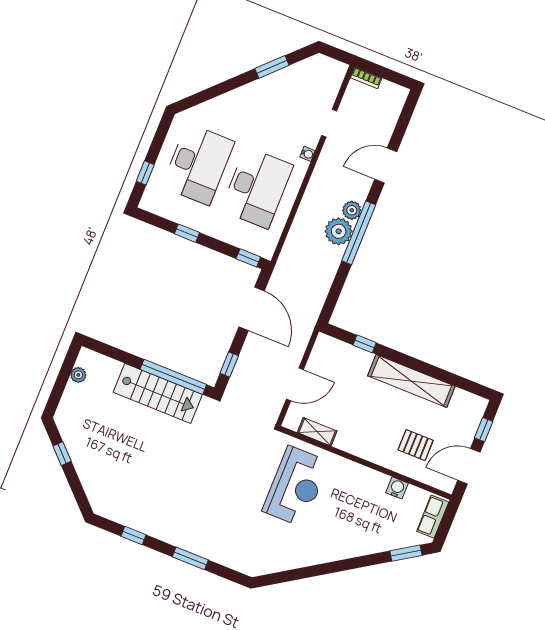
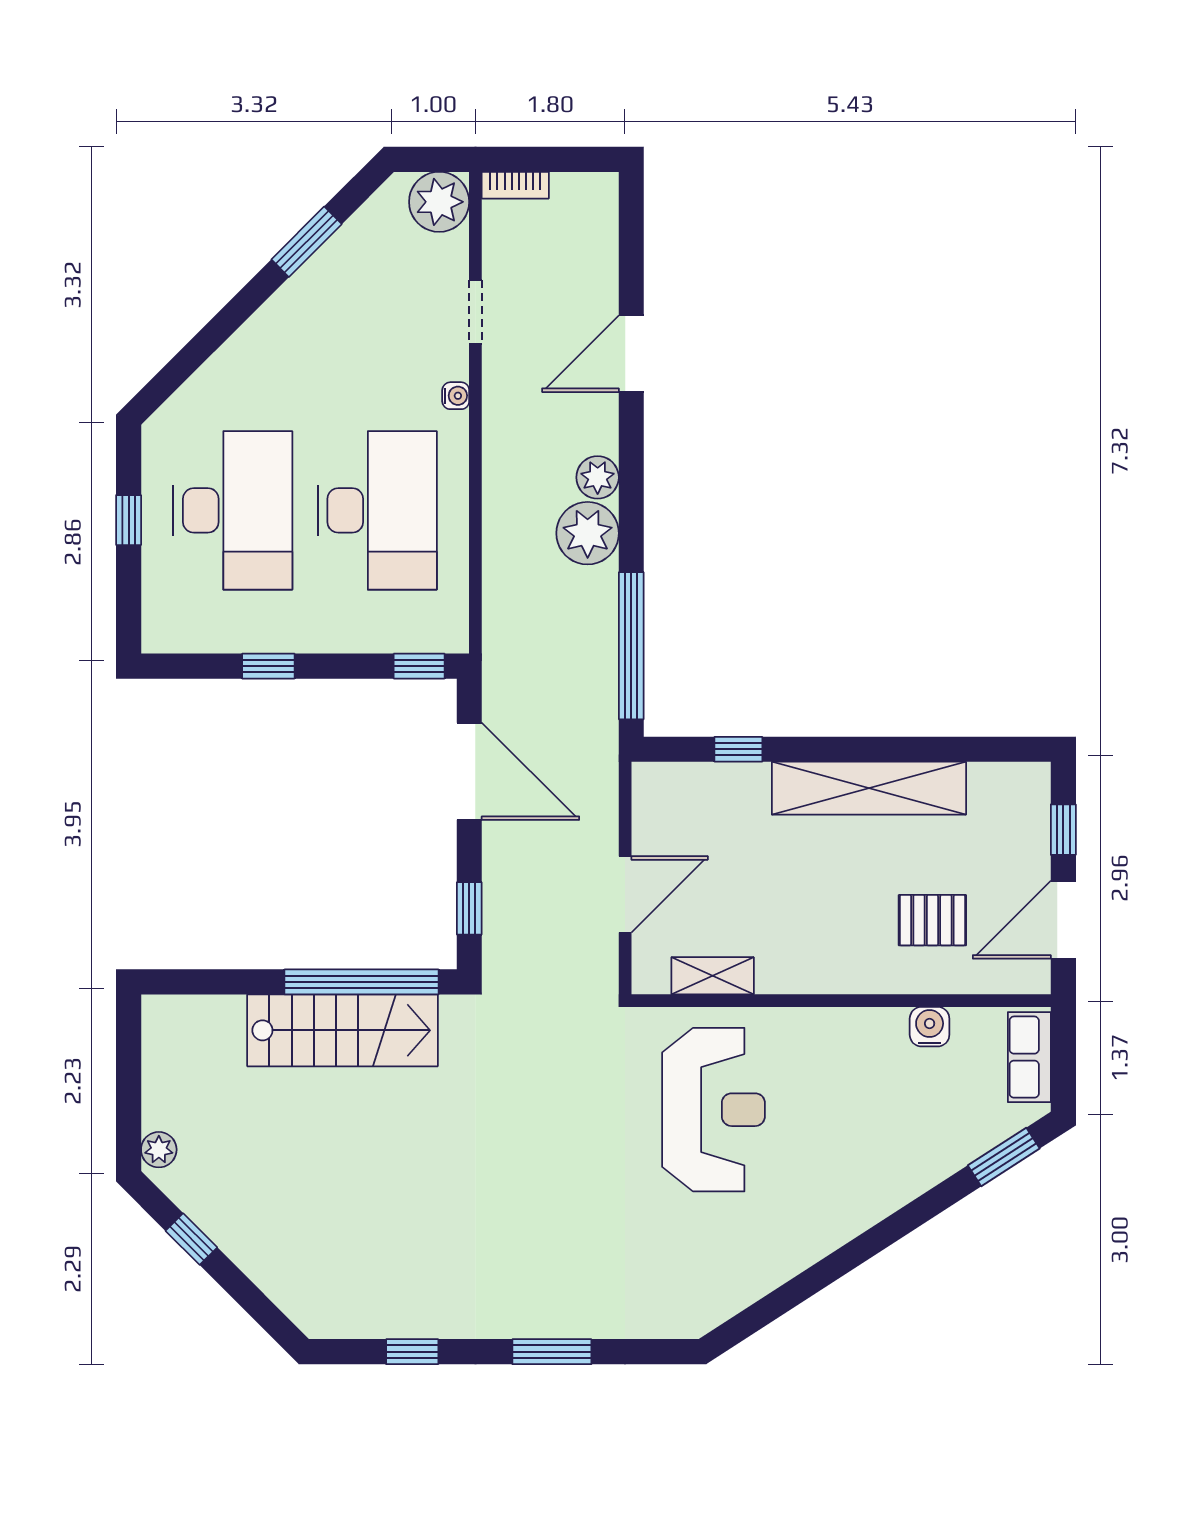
plant: (332, 72) -> (439, 202), added
window: (145, 173) -> (129, 520), moved
window: (359, 233) -> (631, 646), moved
plant: (78, 375) -> (159, 1150), moved

